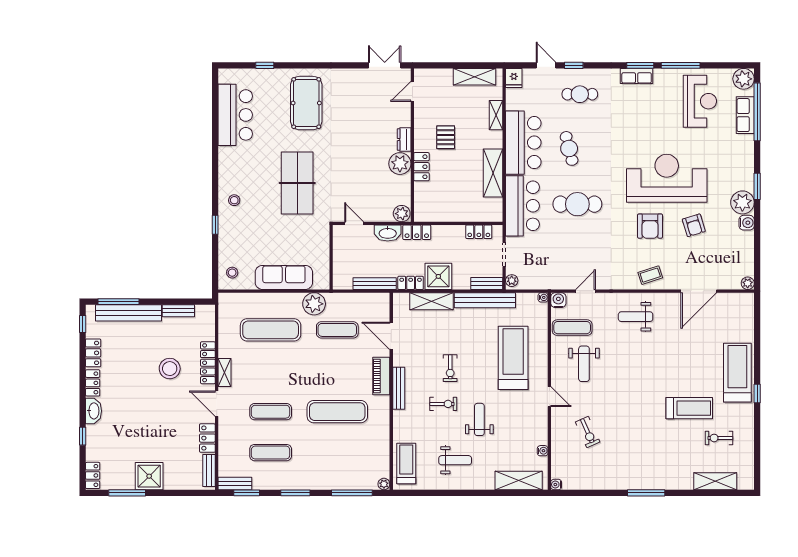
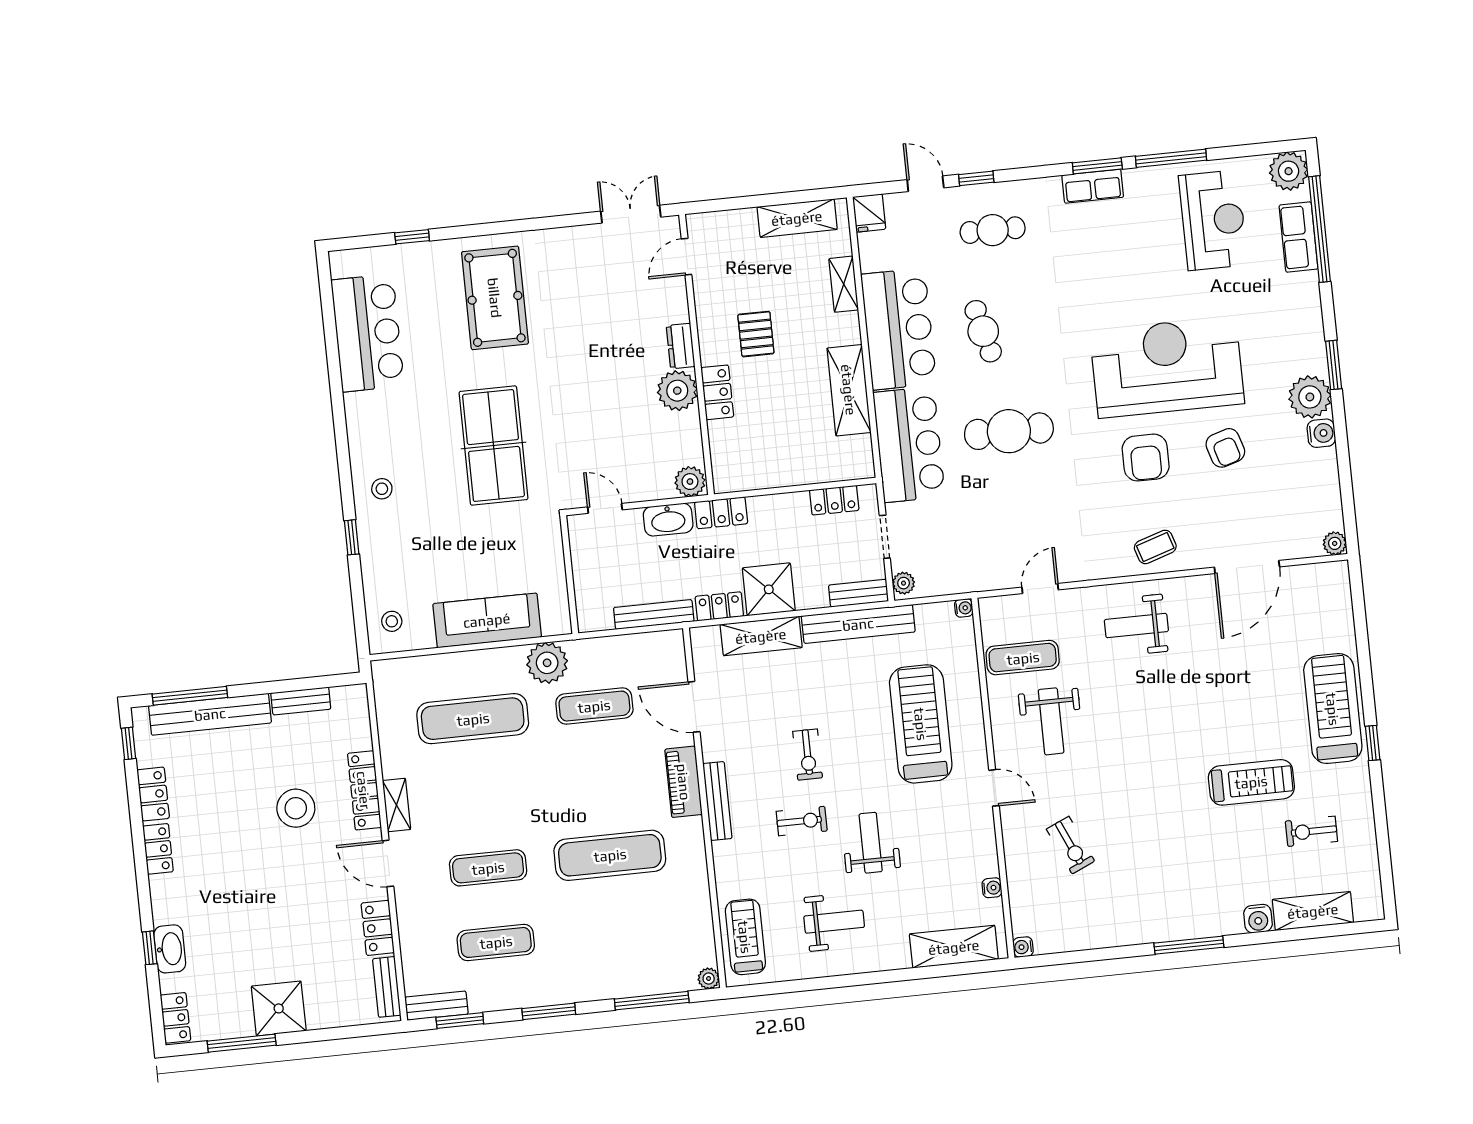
water cooler: (558, 300) -> (1258, 919), moved, turned 180
washbasin: (93, 411) -> (170, 949), moved

